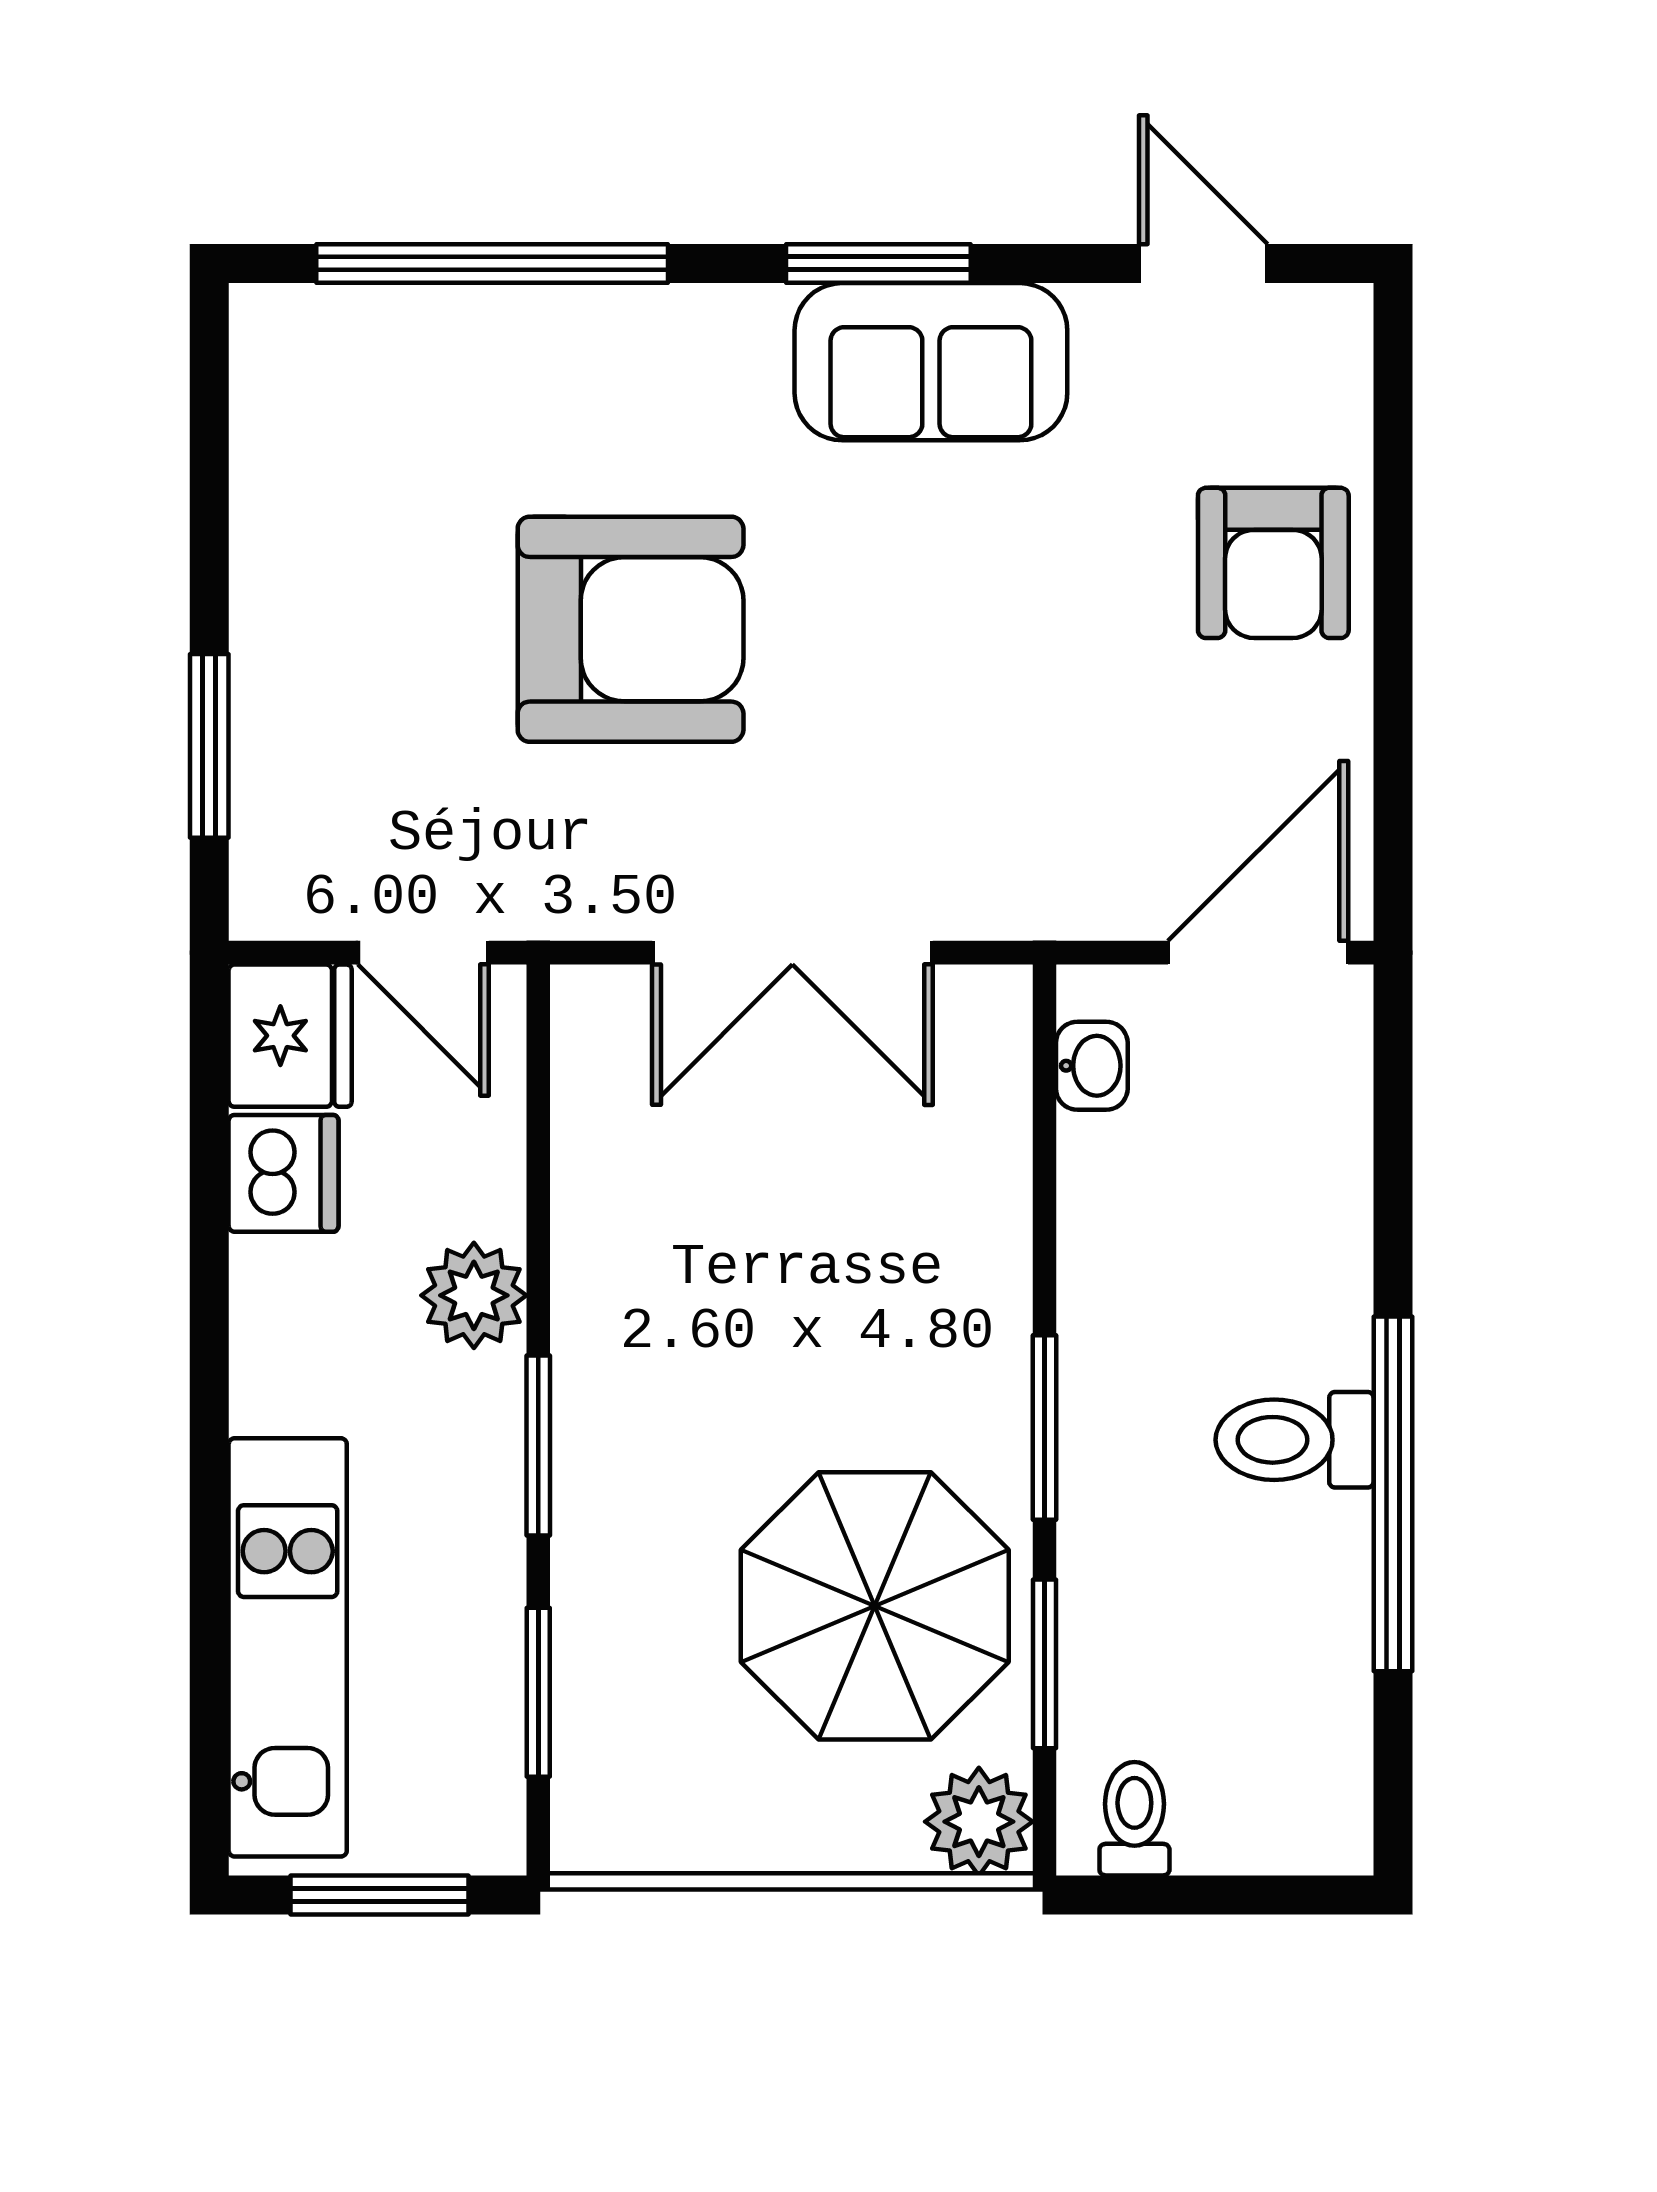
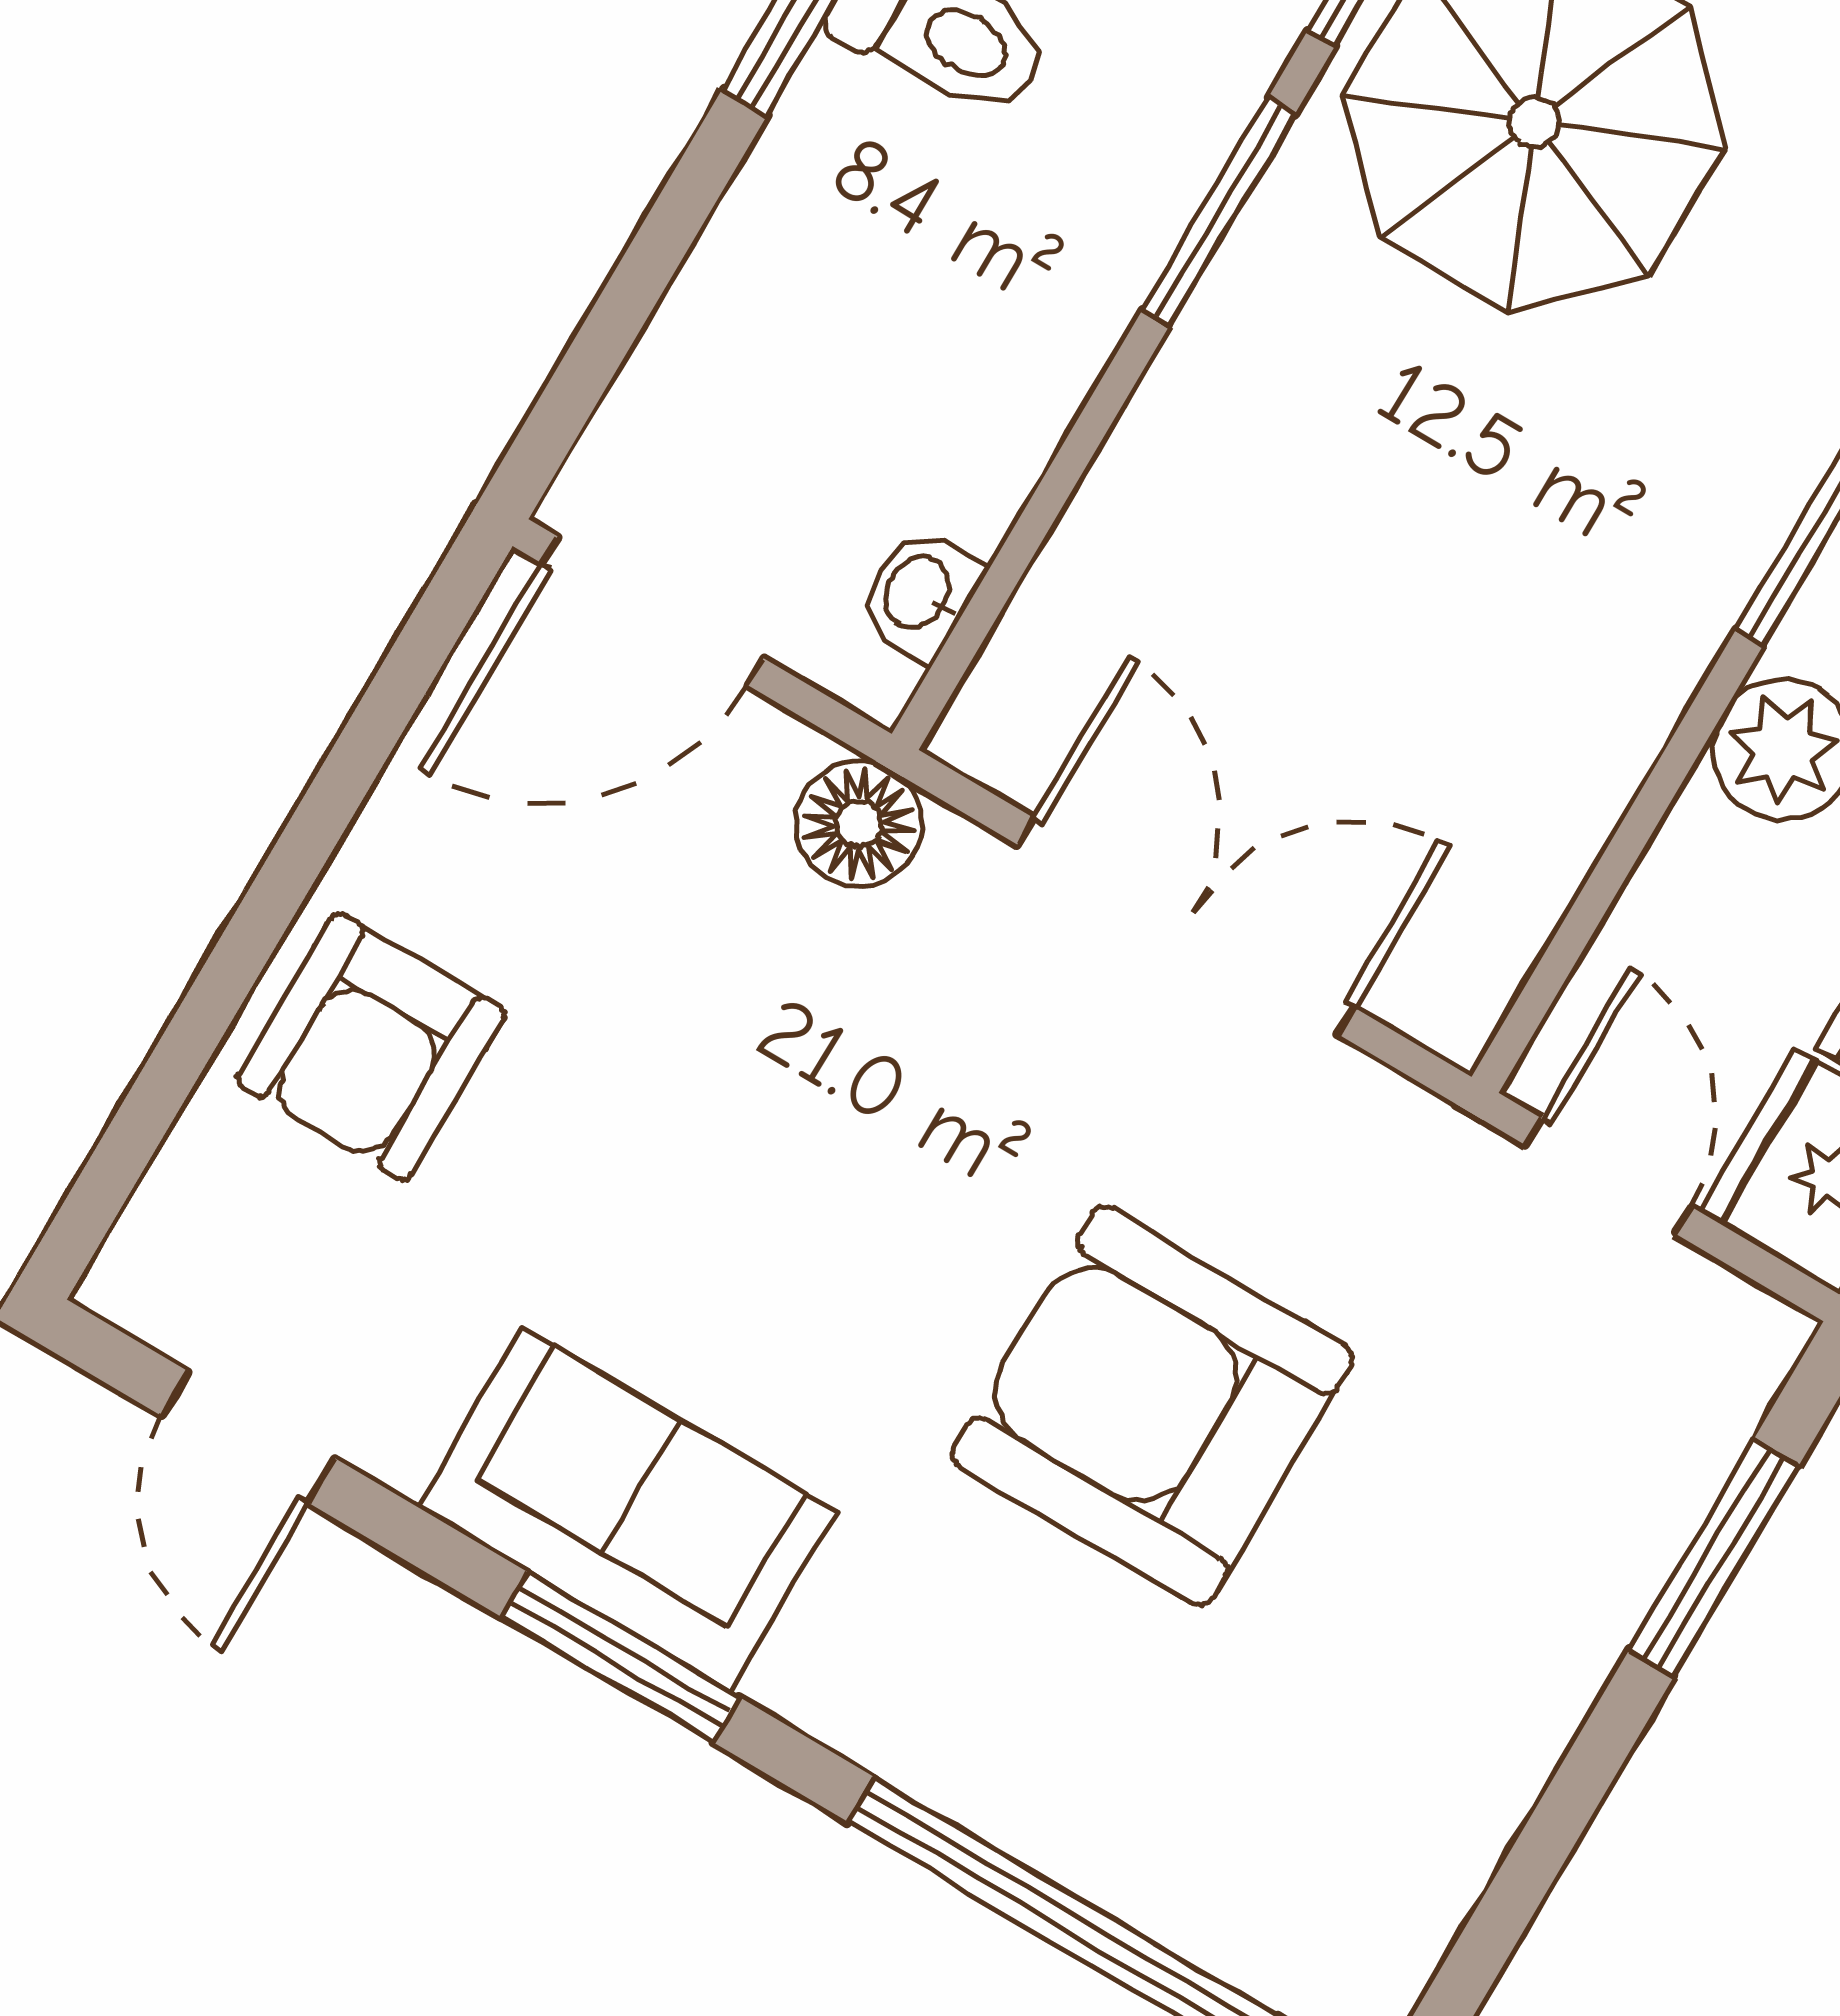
armchair: (1273, 563) -> (371, 1047), turned 180
floor lamp: (1043, 894) -> (859, 824), added

